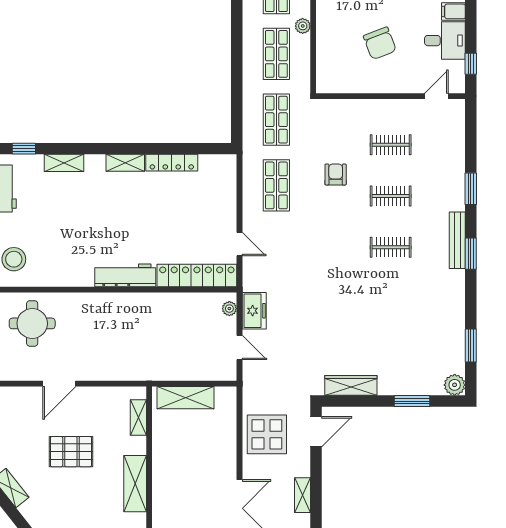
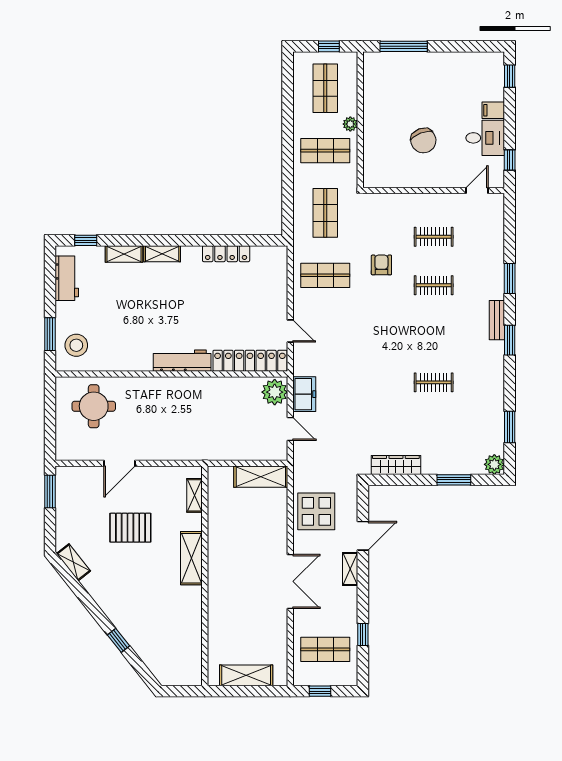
shop shelf: (276, 54) -> (325, 151), turned 90
shelving: (125, 163) -> (162, 254), moved
shop shelf: (276, 185) -> (325, 275), turned 90
bench: (457, 240) -> (497, 320), width x0.73
clothes rail: (391, 247) -> (434, 382), moved
plant: (229, 309) -> (275, 392), width x1.87, depth x1.87
shelving: (186, 398) -> (261, 477), moved
door: (316, 432) -> (363, 536), moved

